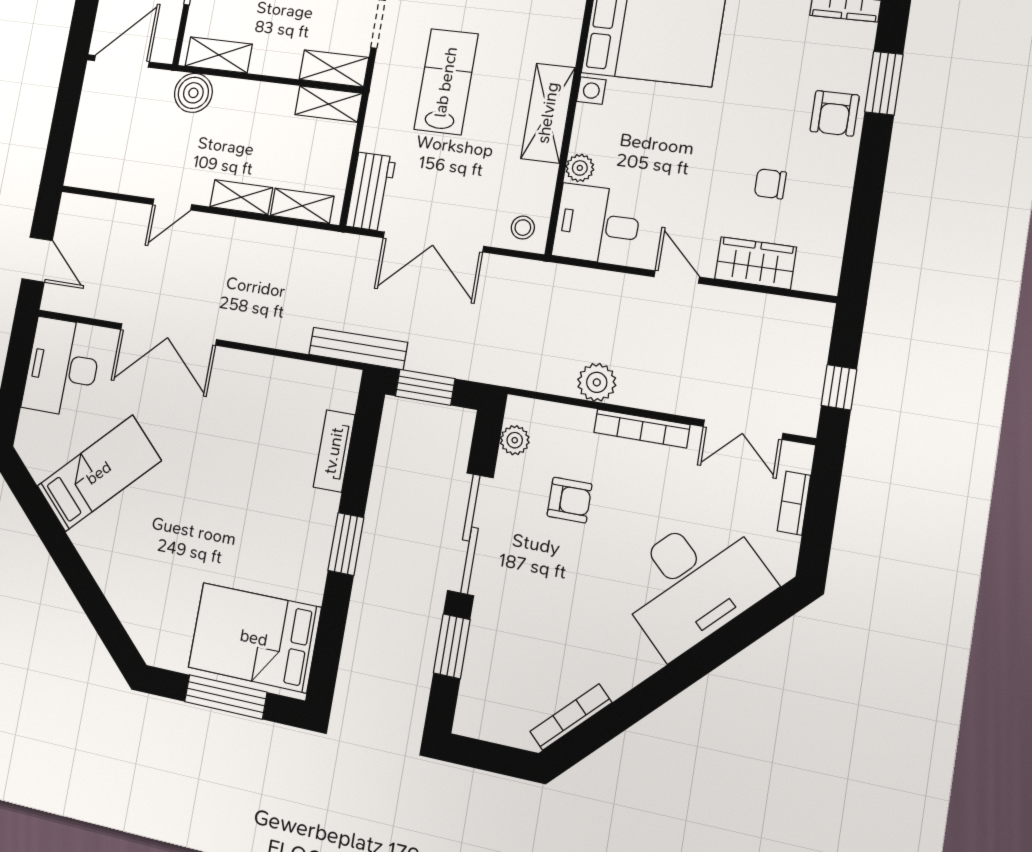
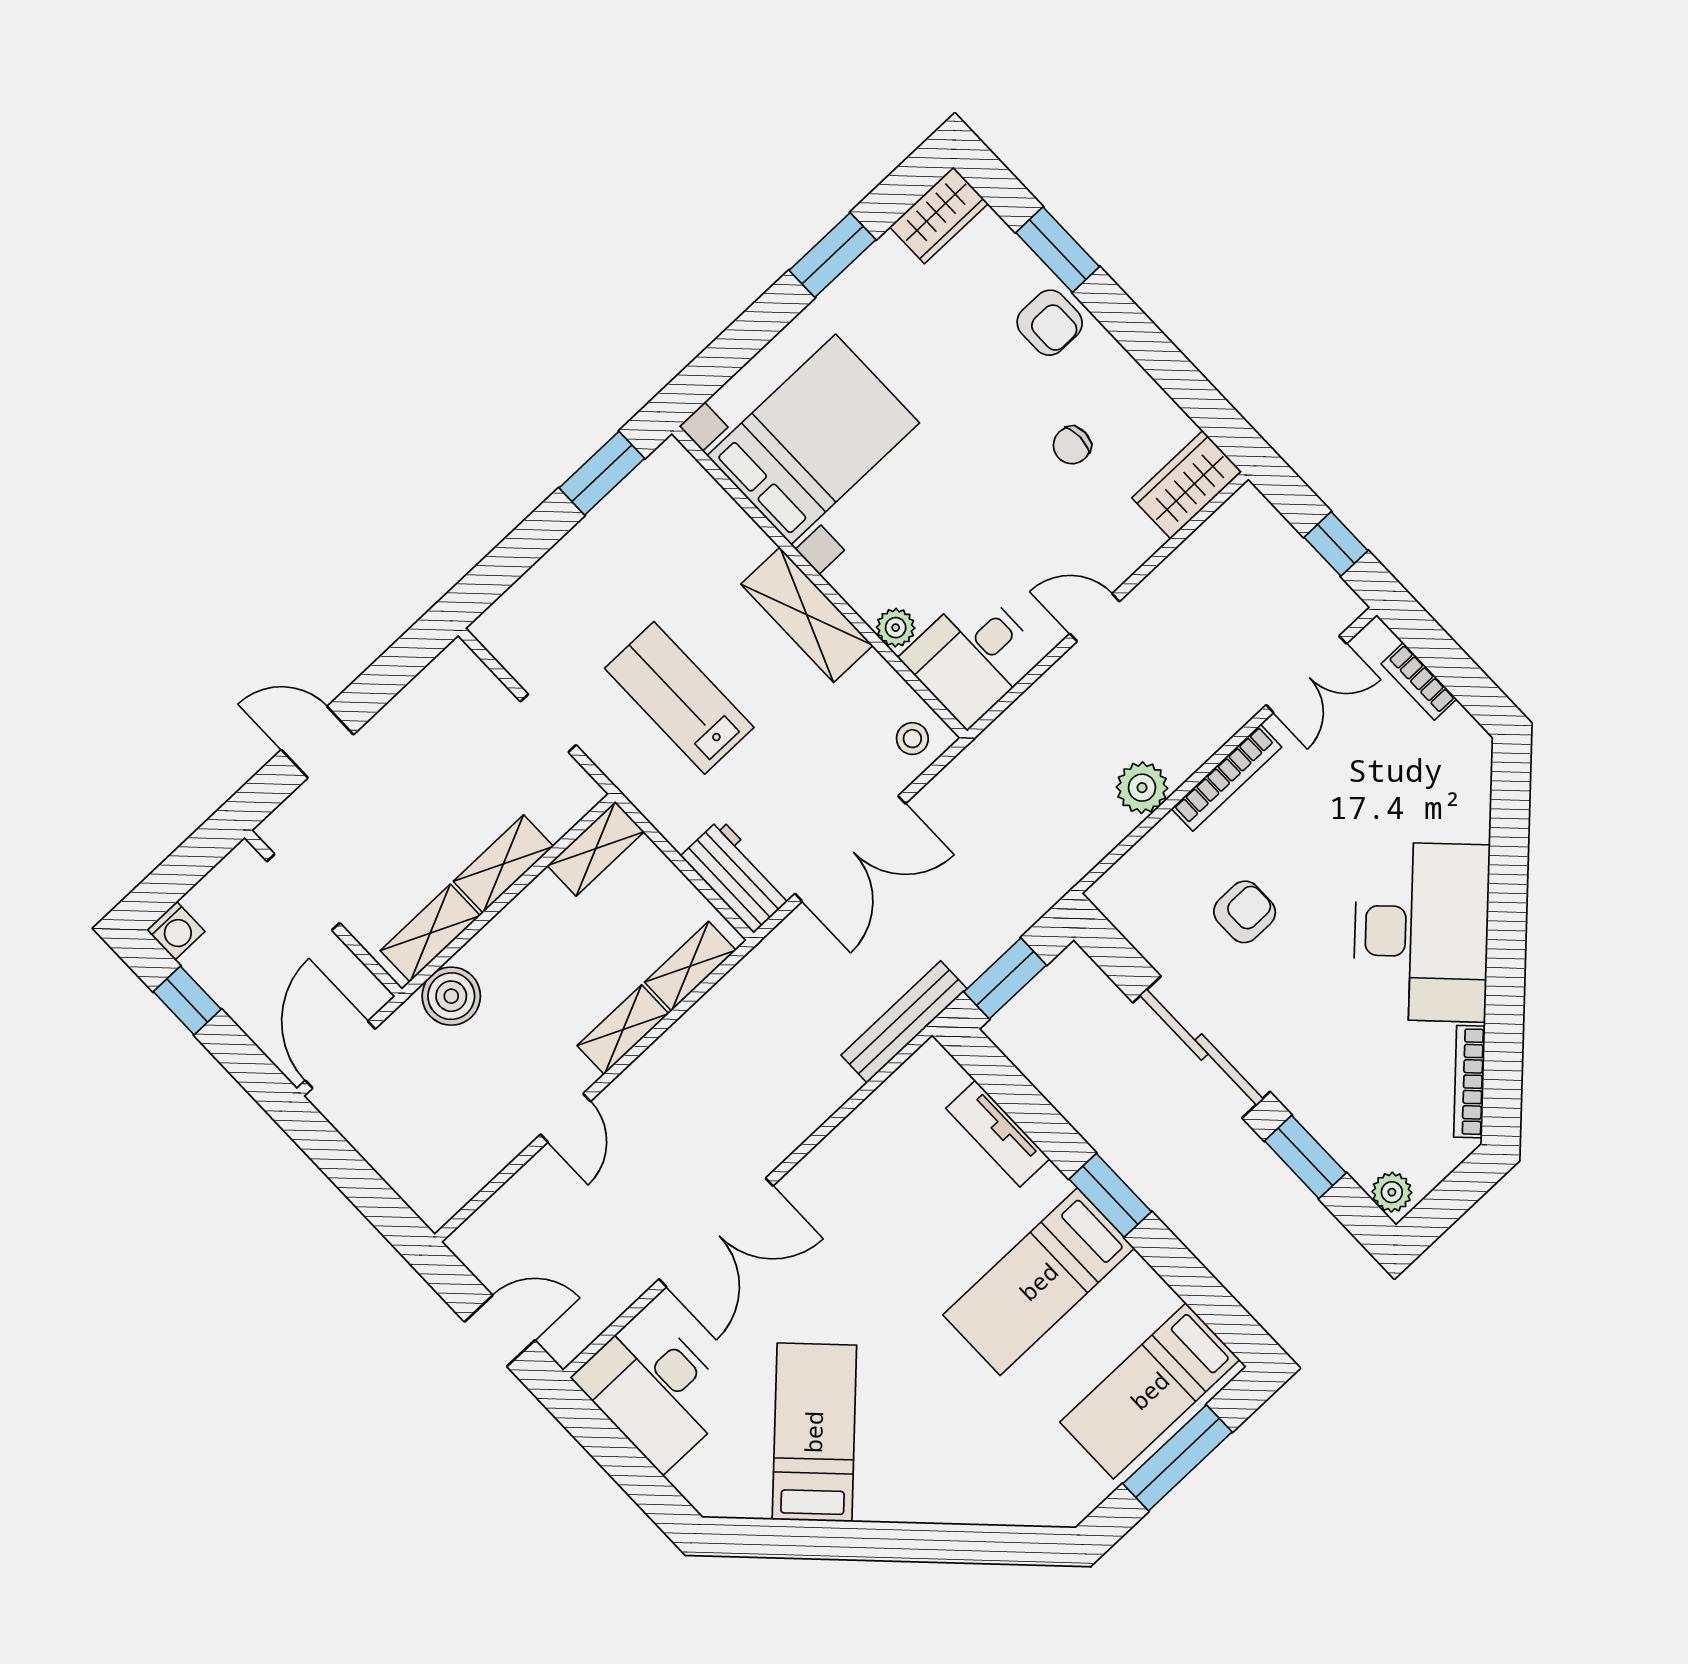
shelving: (334, 68) -> (503, 864), moved
wardrobe: (755, 263) -> (1187, 485), moved
plant: (515, 440) -> (1392, 1192), moved
bed: (268, 539) -> (1039, 1282), added
desk: (693, 583) -> (1421, 932), moved
bed: (254, 638) -> (1150, 1391), width x0.67

